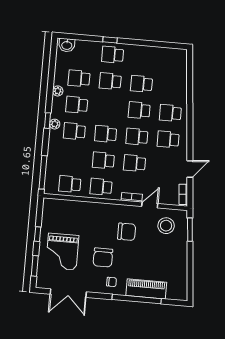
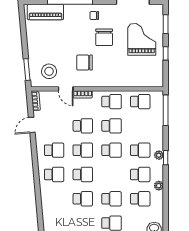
door: (150, 205) -> (66, 89), hinge flipped
chair: (103, 257) -> (104, 37), turned 180
piano: (146, 289) -> (45, 12), moved

